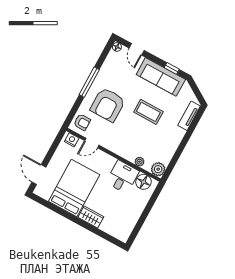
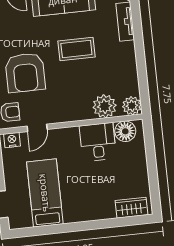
plant: (140, 162) -> (105, 106), width x1.88, depth x1.88
bed: (74, 188) -> (45, 193), width x0.67
wardrobe: (91, 217) -> (132, 208), moved

